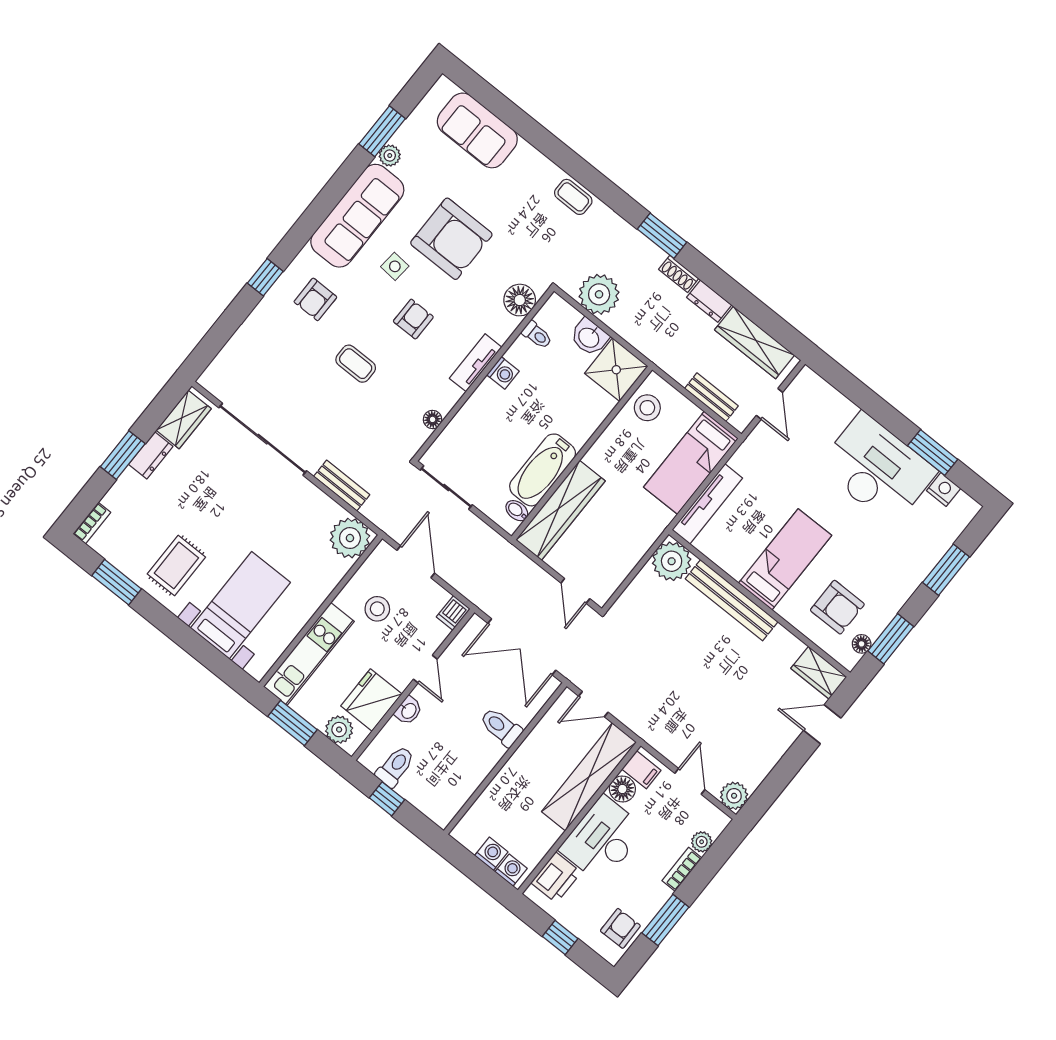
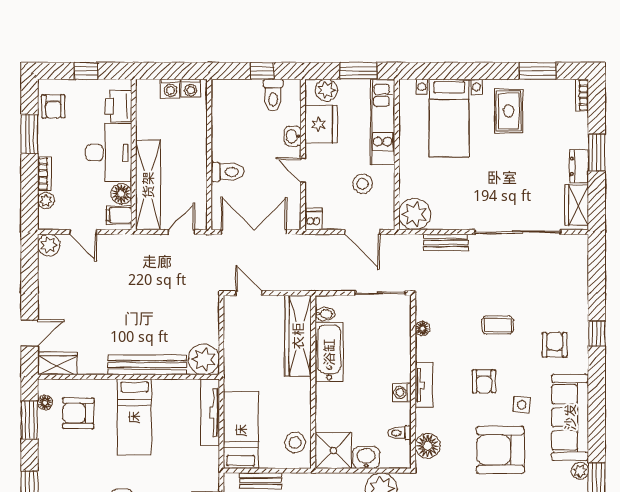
washing machine: (511, 870) -> (191, 88), moved

